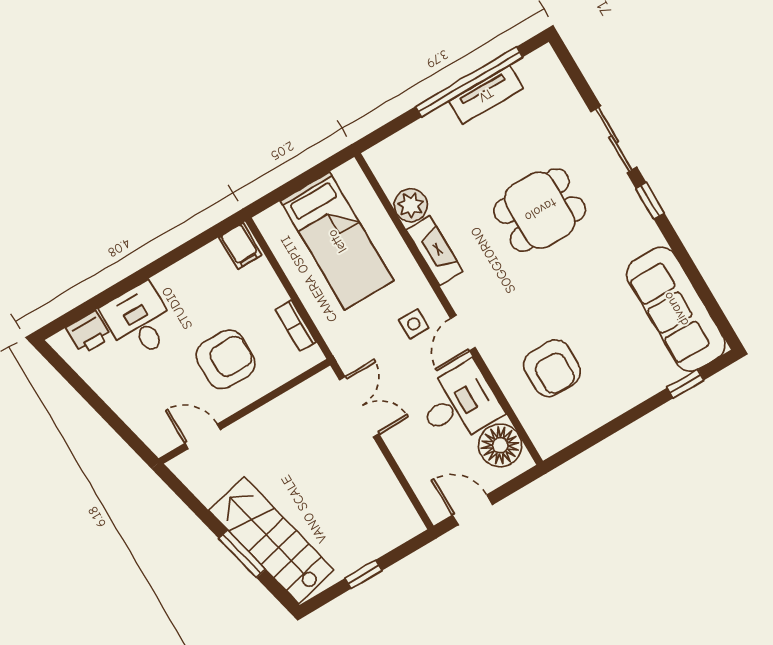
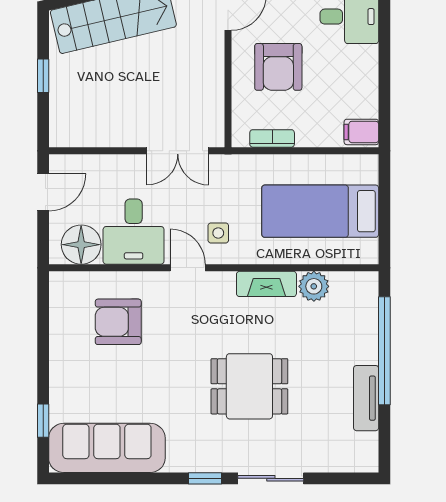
window: (469, 82) -> (384, 351), moved
dining table: (540, 210) -> (249, 386), turned 90

